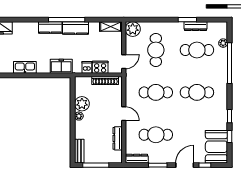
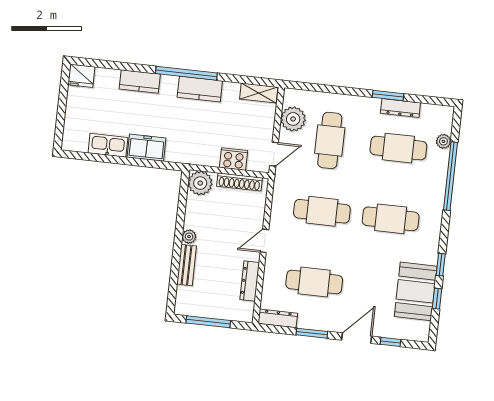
kitchen counter: (50, 27) -> (140, 81), moved
plant: (133, 29) -> (293, 119), moved
freezer: (61, 66) -> (147, 148), moved
dishwasher: (87, 67) -> (211, 157), removed
plant: (82, 104) -> (200, 183), moved
door: (124, 114) -> (264, 241), swing flipped
booth: (216, 147) -> (416, 291), moved
bench: (79, 151) -> (187, 265), moved

